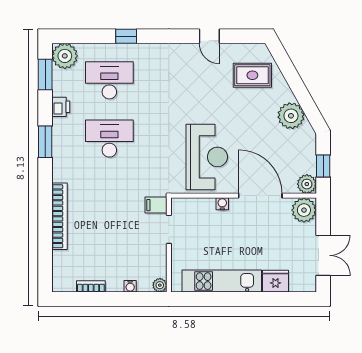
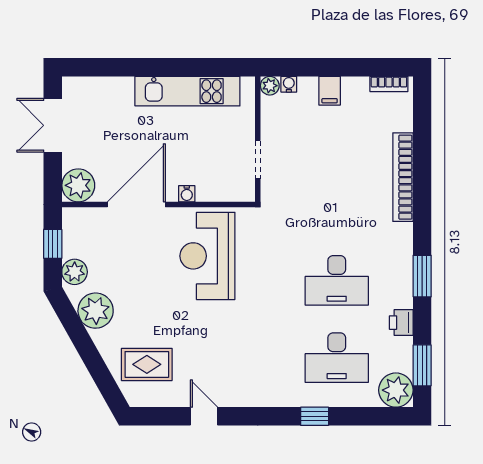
plant: (307, 184) -> (75, 272), moved
door: (260, 196) -> (136, 205), swing flipped
filing cabinet: (156, 205) -> (330, 91), moved, turned 90
fridge: (275, 281) -> (116, 91), removed
bookcase: (91, 286) -> (389, 84), moved
water cooler: (130, 286) -> (289, 84), moved

